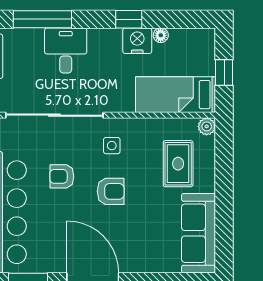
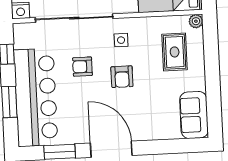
armchair: (111, 191) -> (122, 77), turned 90
sofa: (199, 233) -> (194, 115), width x0.73

